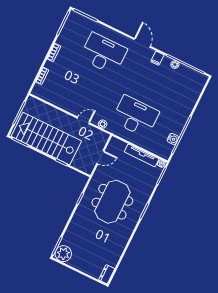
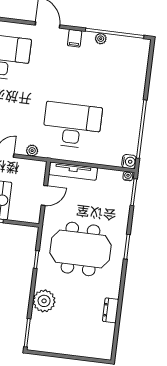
water cooler: (173, 139) -> (129, 162), moved
tv unit: (142, 155) -> (73, 171), moved
meeting table: (112, 202) -> (80, 249), turned 90
plant: (63, 254) -> (44, 301), moved
dresser: (107, 274) -> (111, 310), moved

